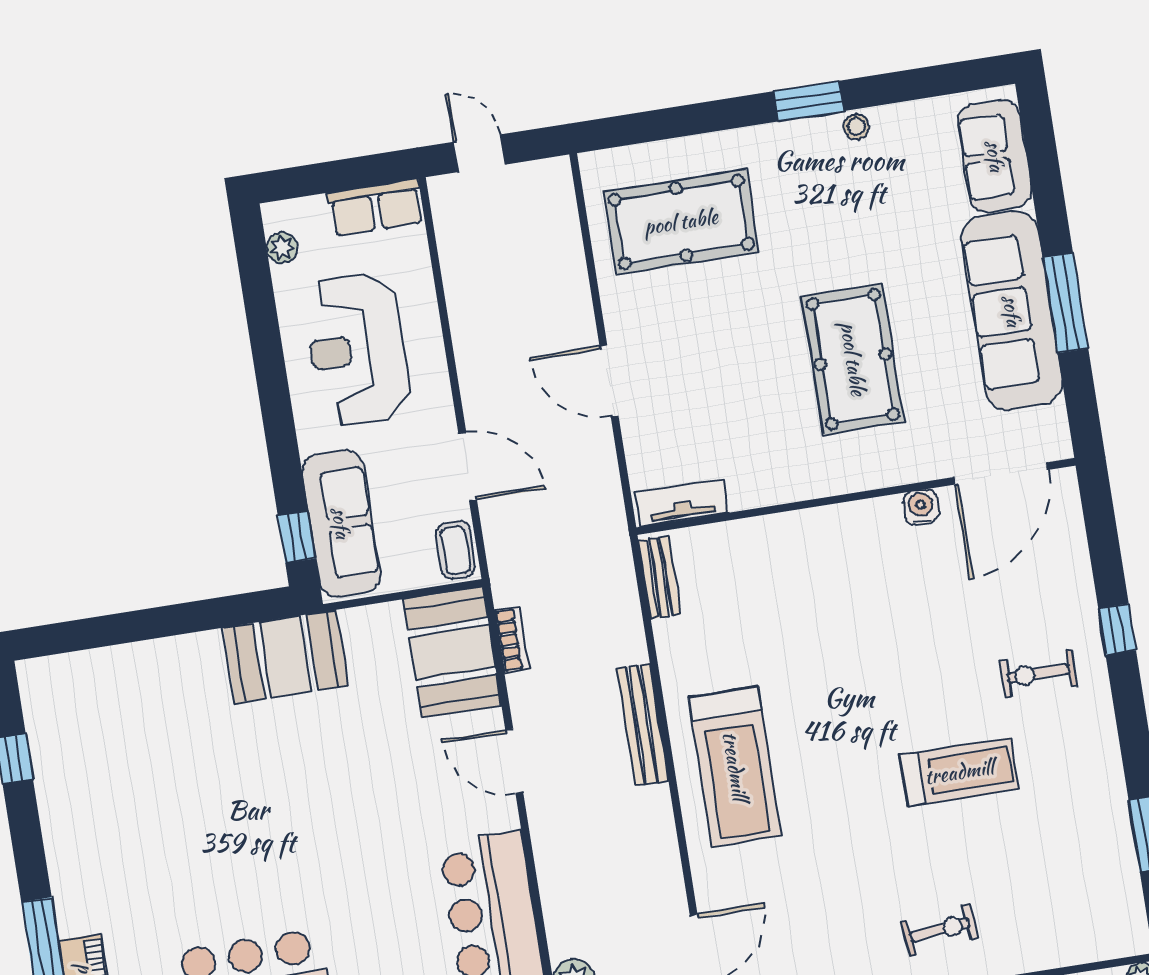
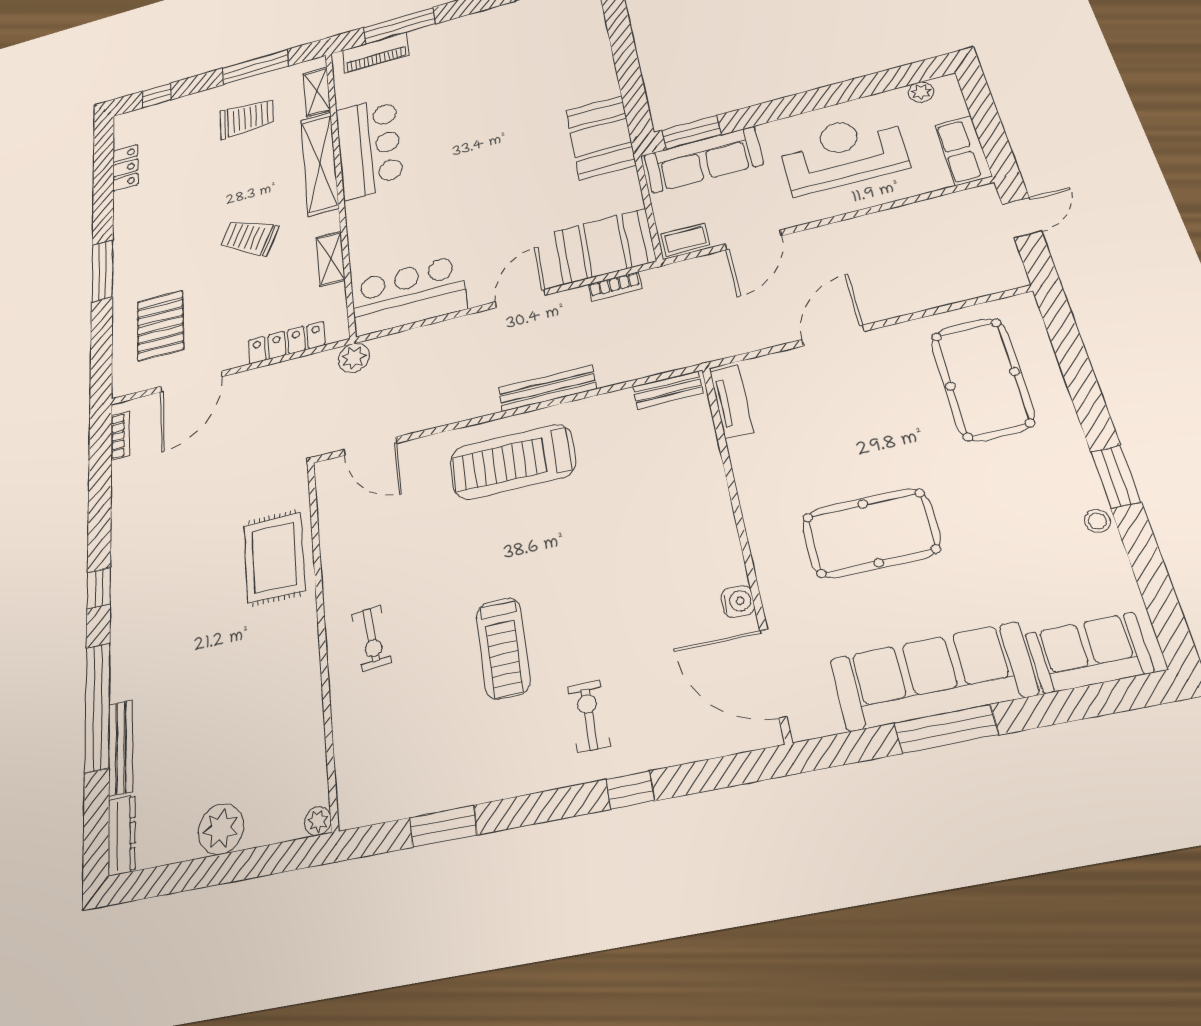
window: (297, 537) -> (691, 132), width x1.50

